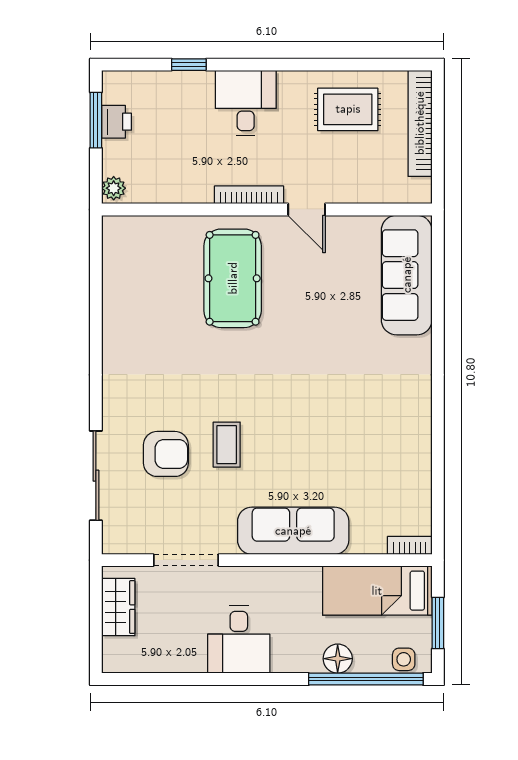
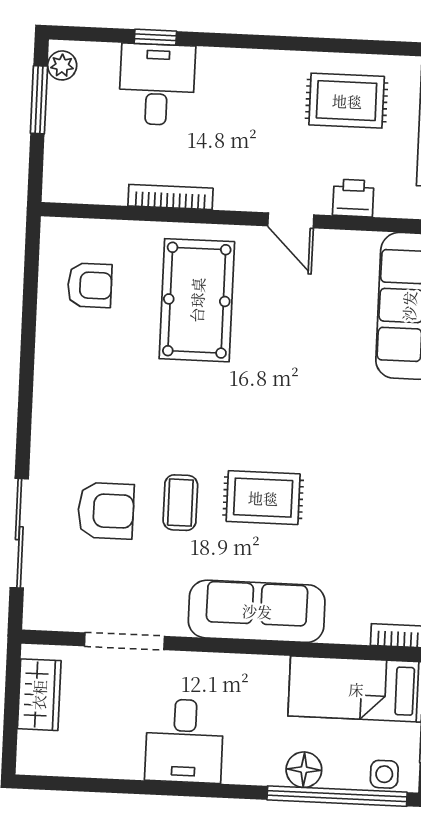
desk: (246, 103) -> (157, 84), moved
printer: (117, 122) -> (353, 198), moved, turned -90
plant: (114, 188) -> (62, 65), moved
bookcase: (249, 195) -> (170, 197), moved
armchair: (144, 270) -> (90, 285), added
rug: (294, 437) -> (263, 498), added

